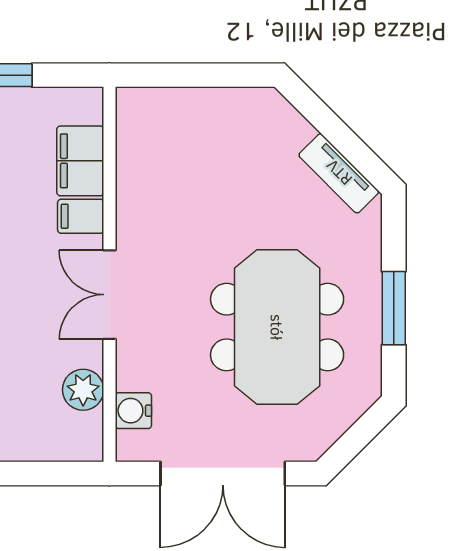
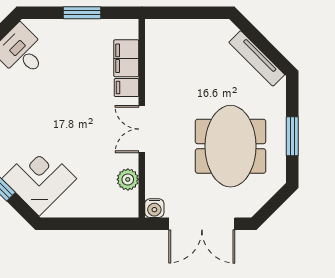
tv unit: (339, 173) -> (257, 58), width x1.41
water cooler: (133, 411) -> (154, 208), moved, turned -90

